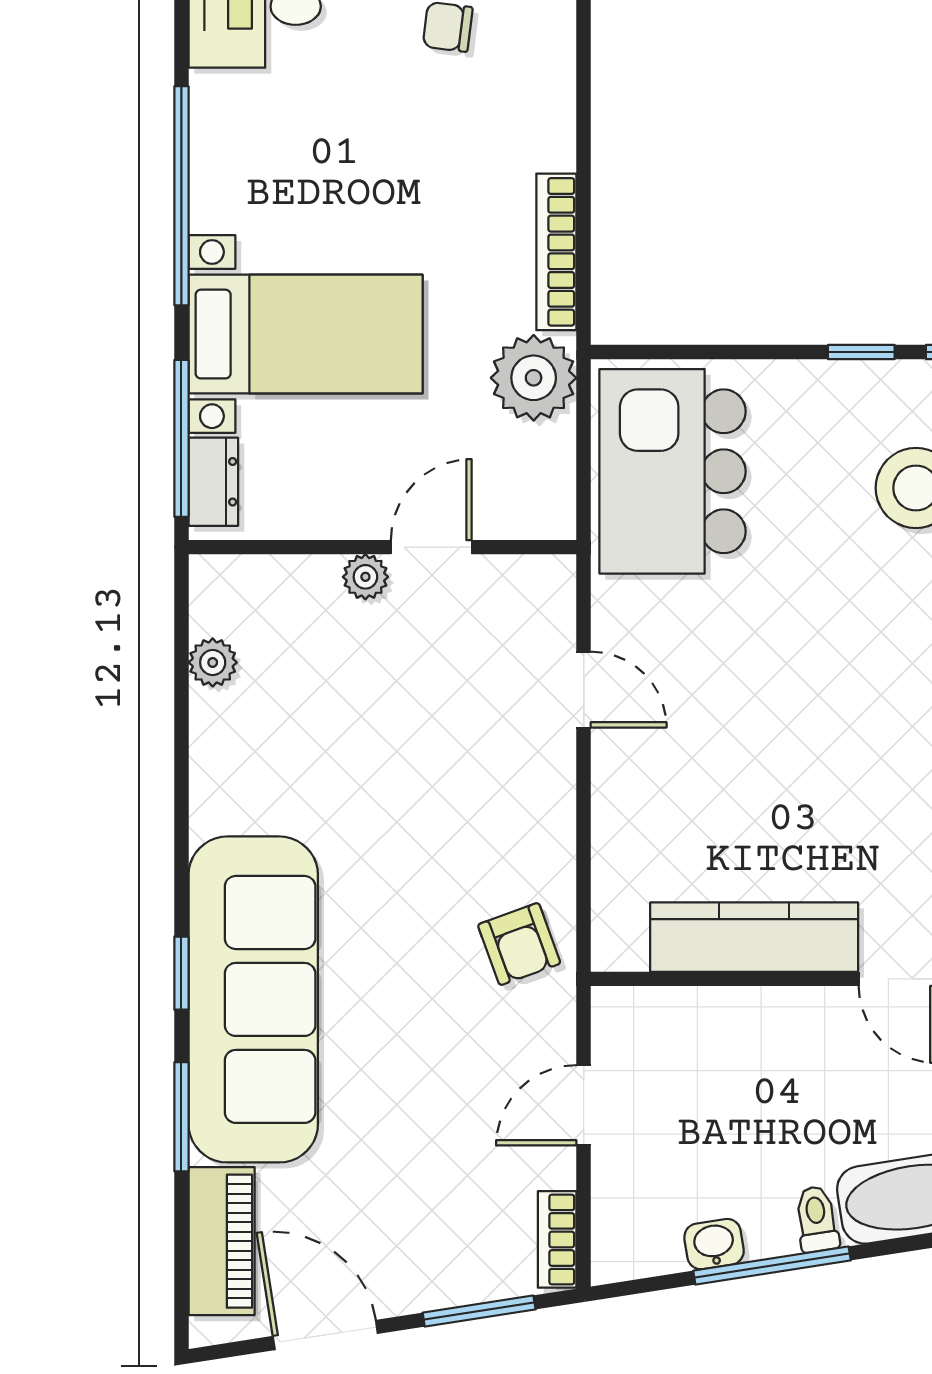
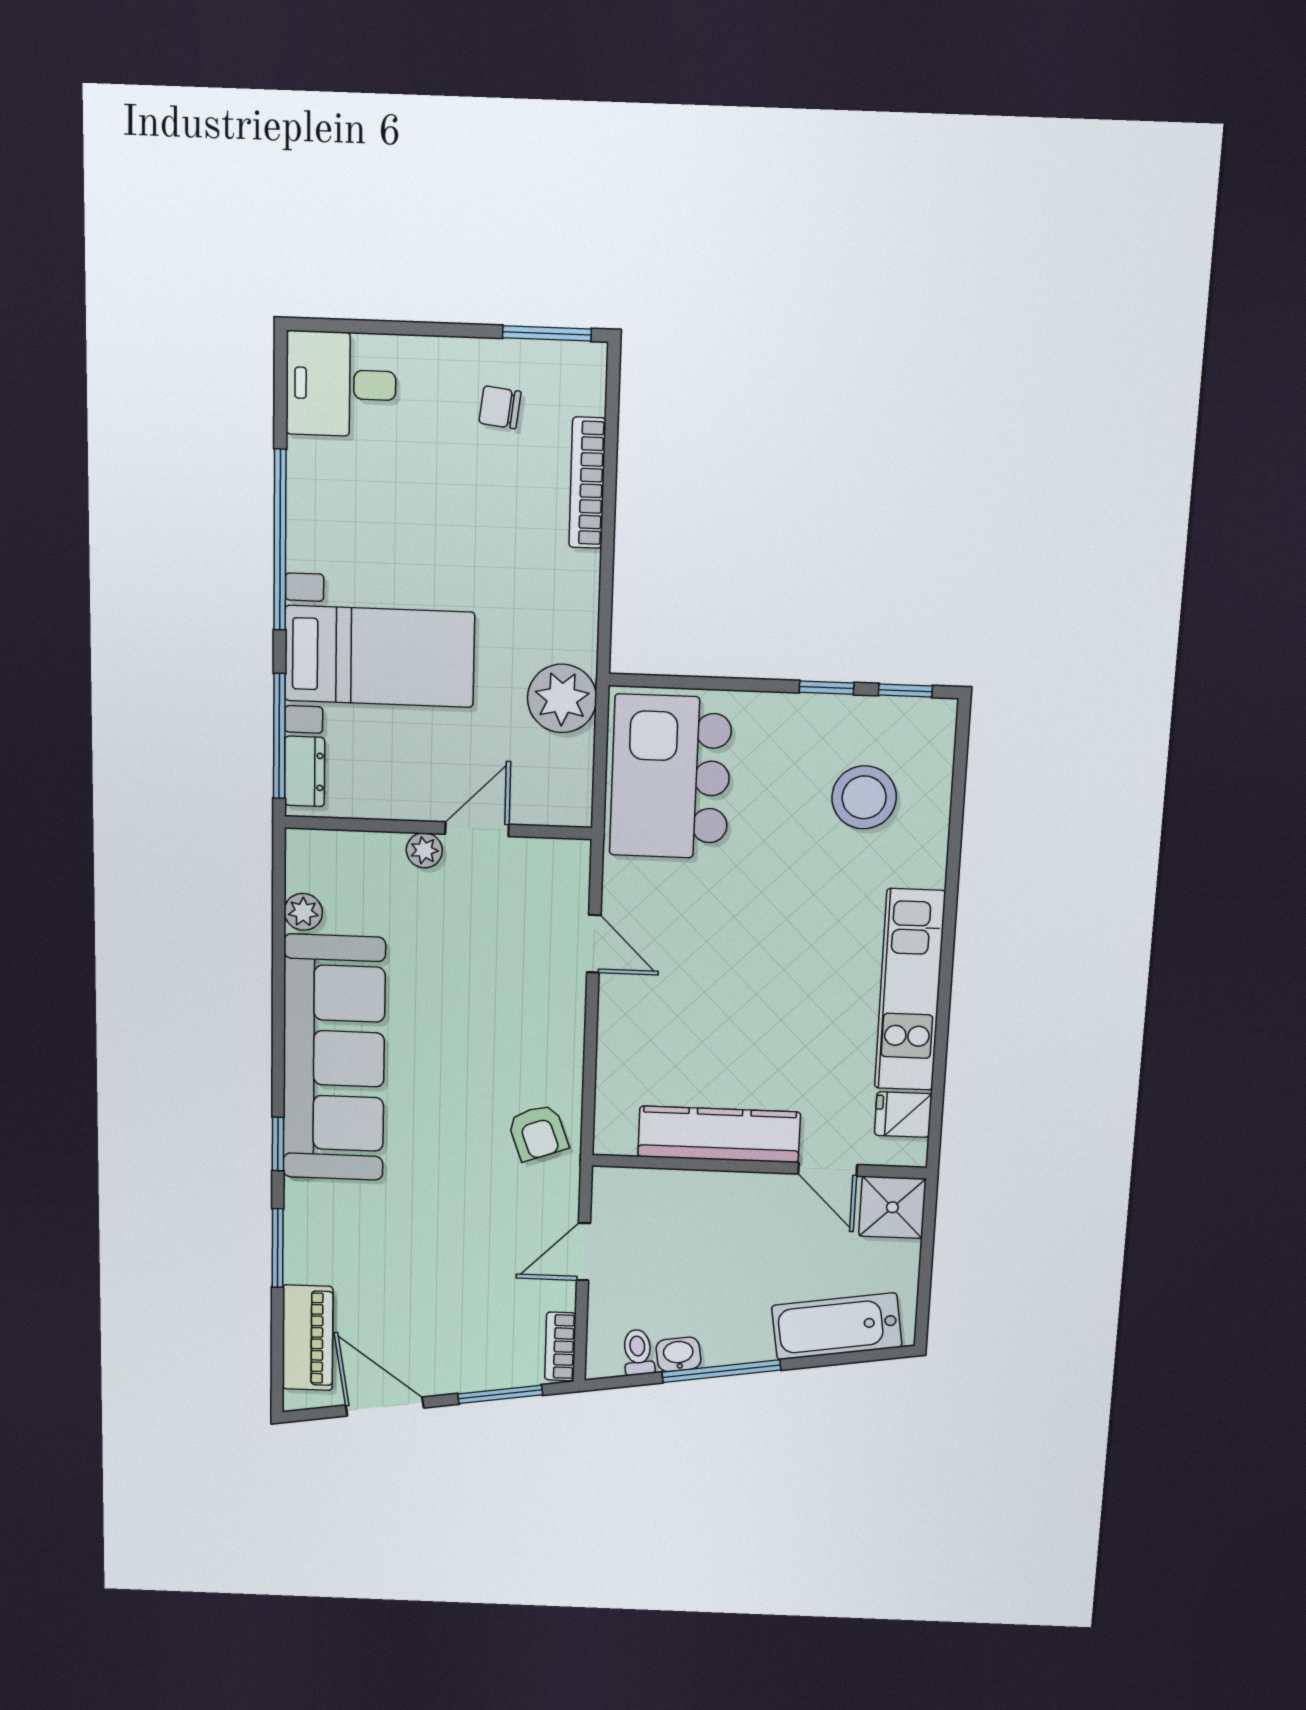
bookcase: (556, 252) -> (587, 483), moved
sofa: (253, 999) -> (334, 1058), moved
toilet: (817, 1219) -> (638, 1352), moved

